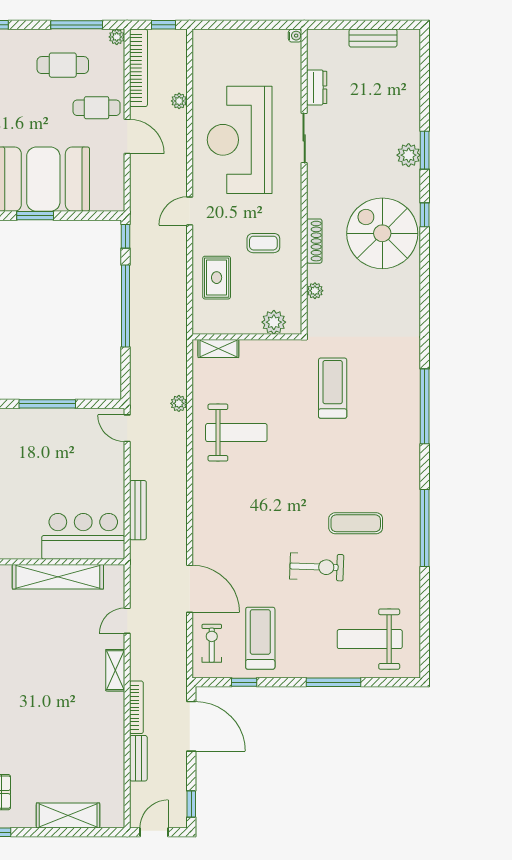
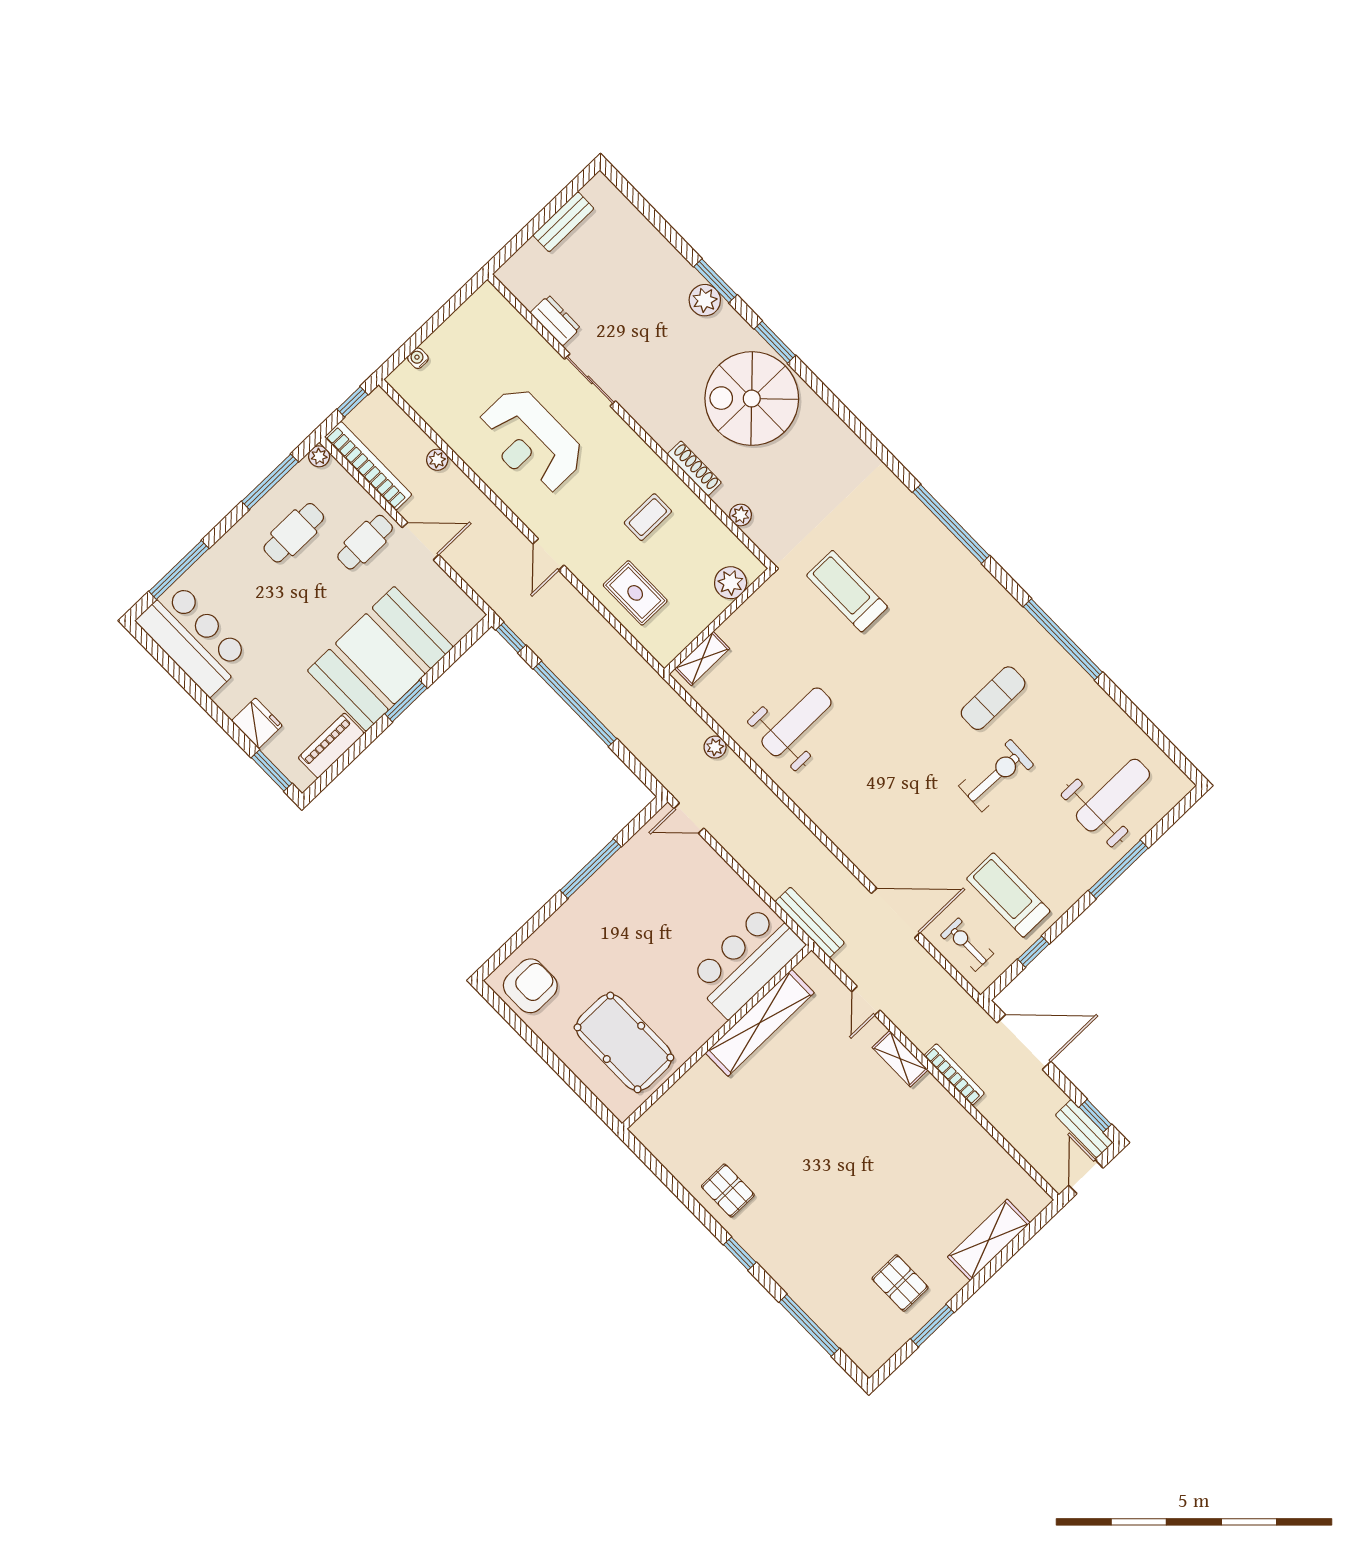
water cooler: (295, 36) -> (418, 358), moved, turned -90
reception desk: (240, 140) -> (530, 441), width x0.74, depth x0.77
window: (425, 215) -> (775, 342), width x1.50
bench: (138, 510) -> (810, 922), moved
weight bench: (370, 639) -> (1113, 795), turned 180
bench: (138, 758) -> (1084, 1129), moved

